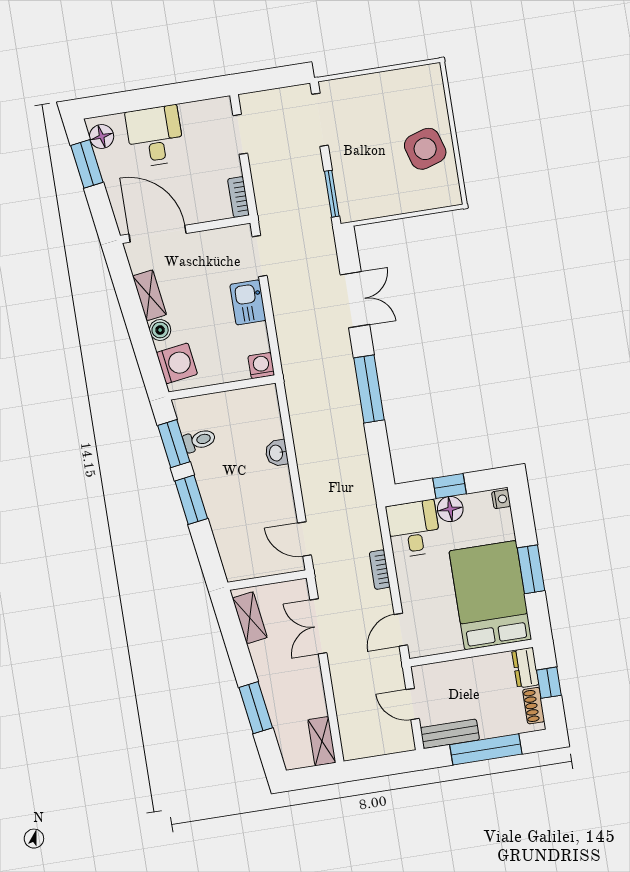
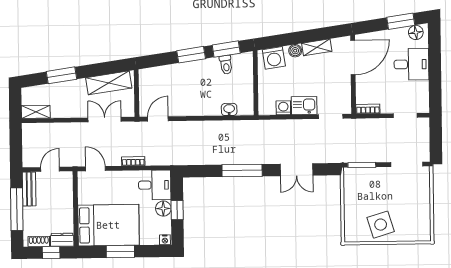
washing machine: (261, 366) -> (283, 108), moved, turned -90
washbasin: (277, 453) -> (229, 109), moved
shelving: (250, 618) -> (109, 83), width x1.50, depth x1.33

